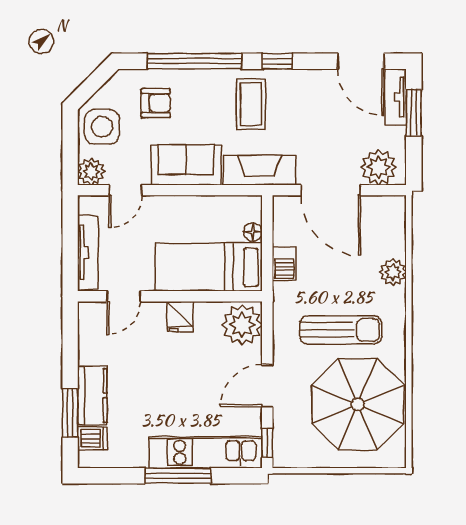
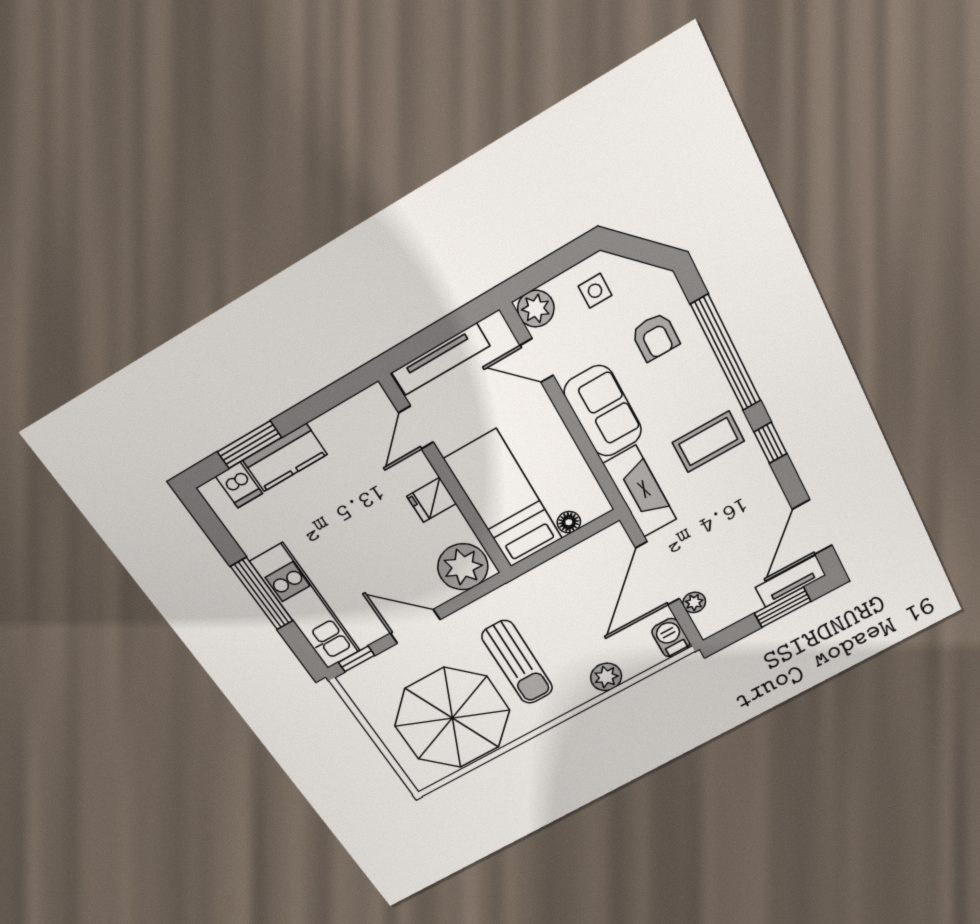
side table: (102, 127) -> (595, 291), width x0.54, depth x0.54
plant: (378, 167) -> (694, 602), width x0.53, depth x0.53
barbecue: (284, 263) -> (671, 638), moved, turned 90
door: (124, 296) -> (416, 428), hinge flipped

